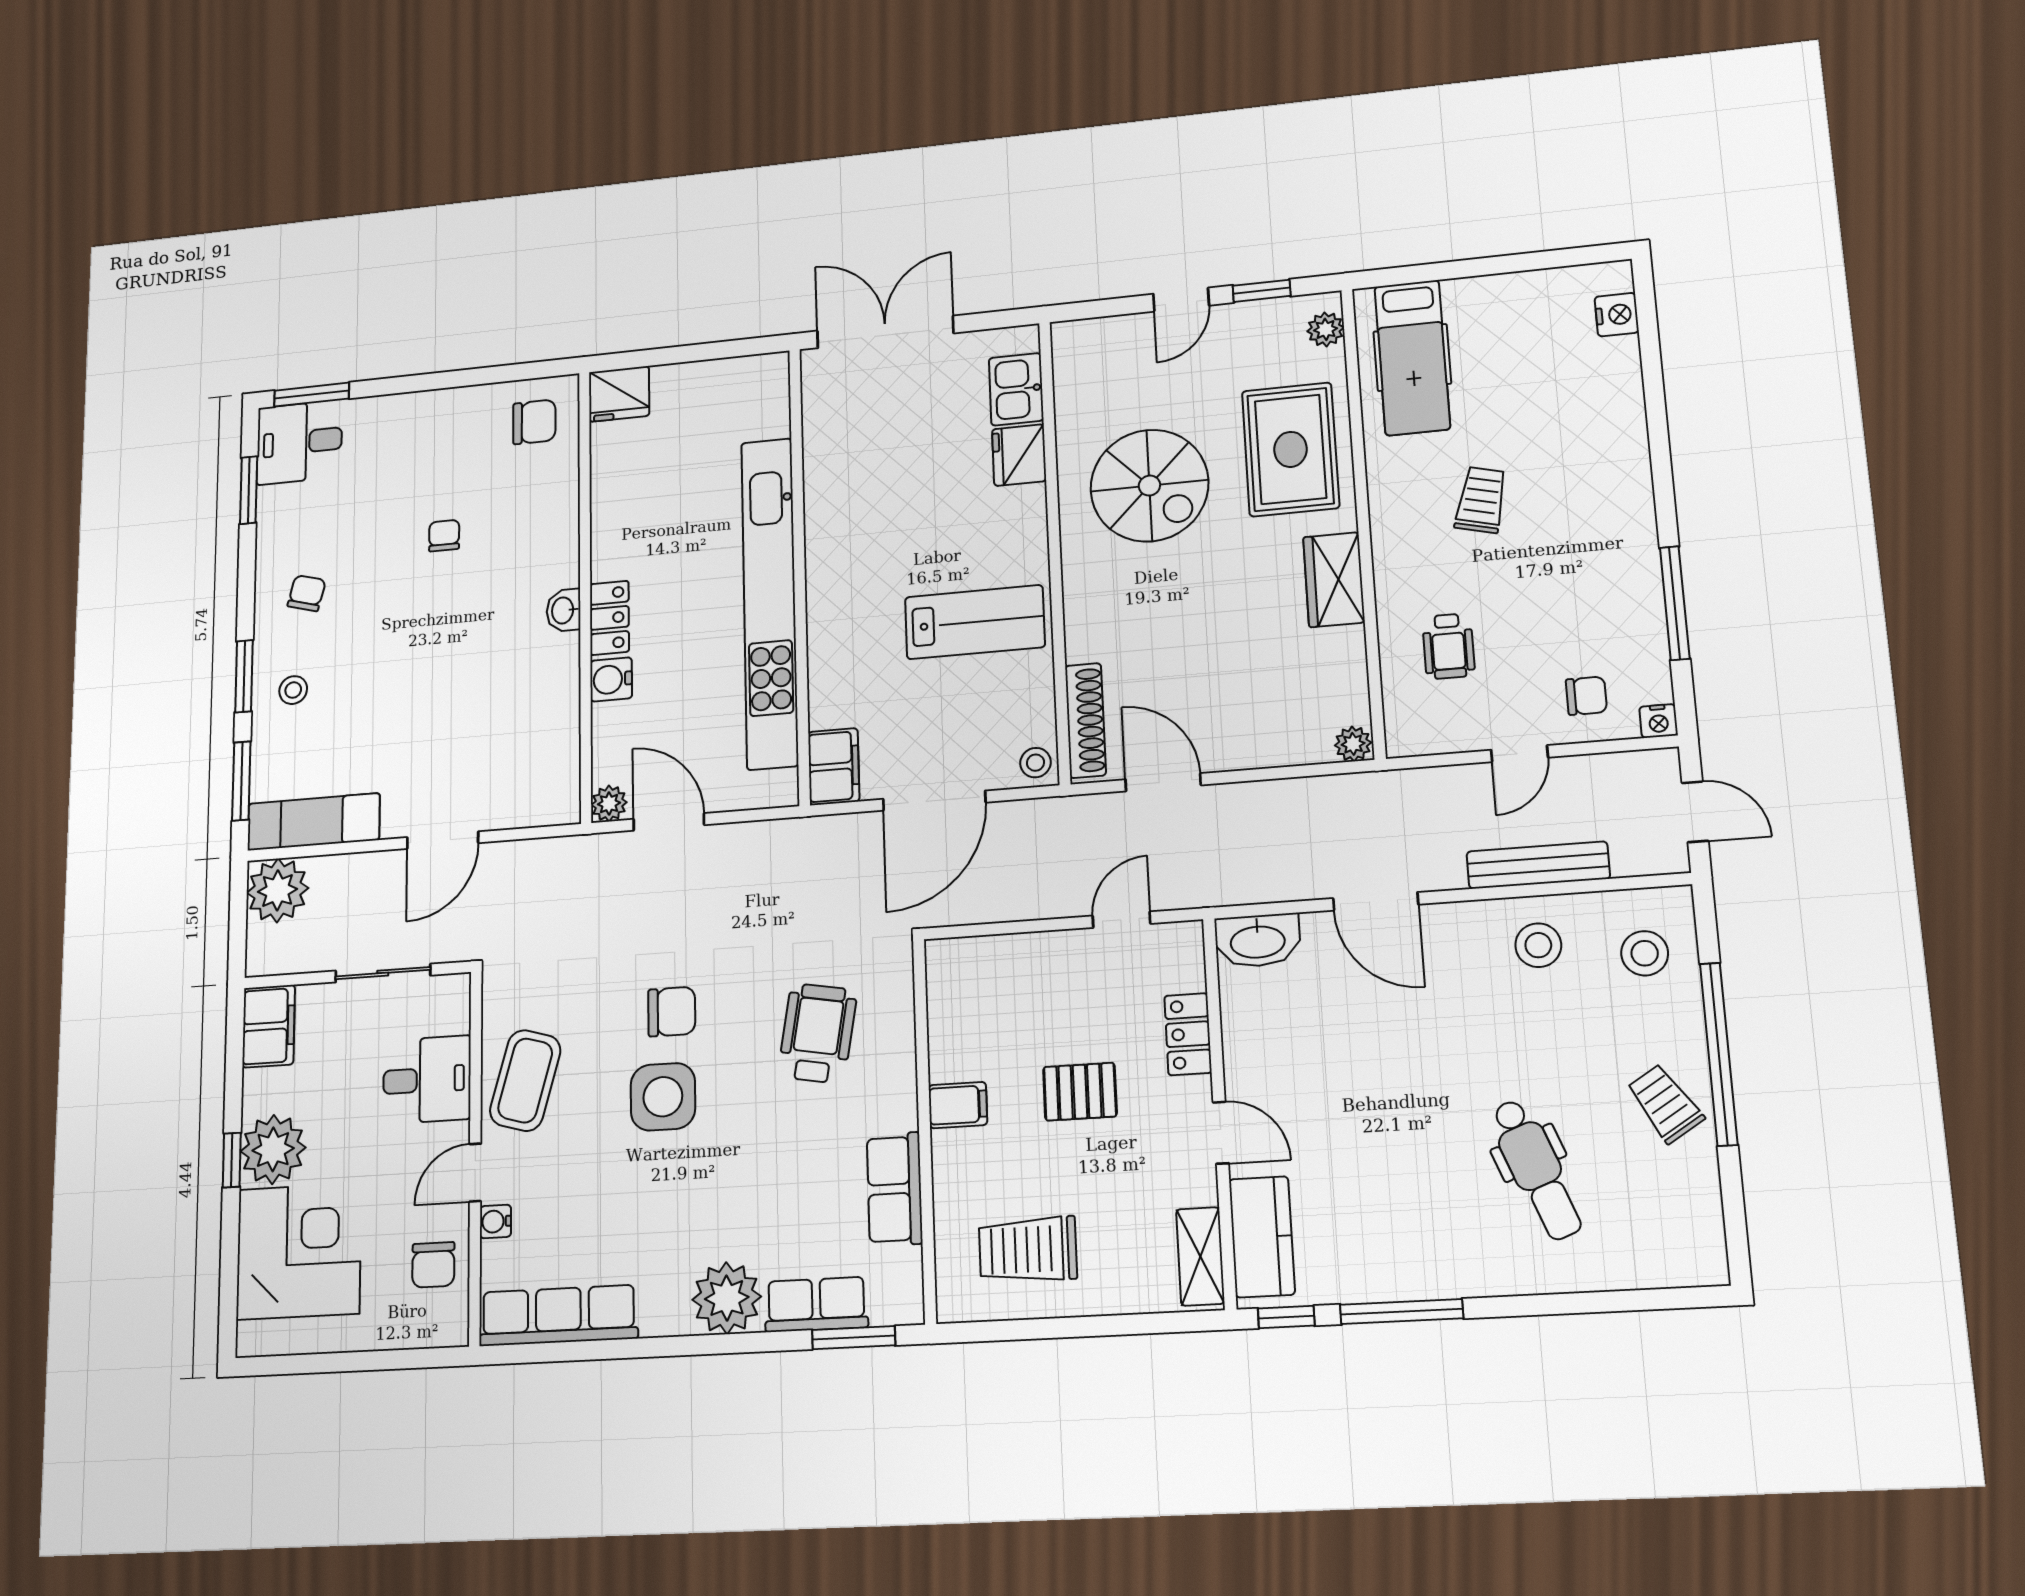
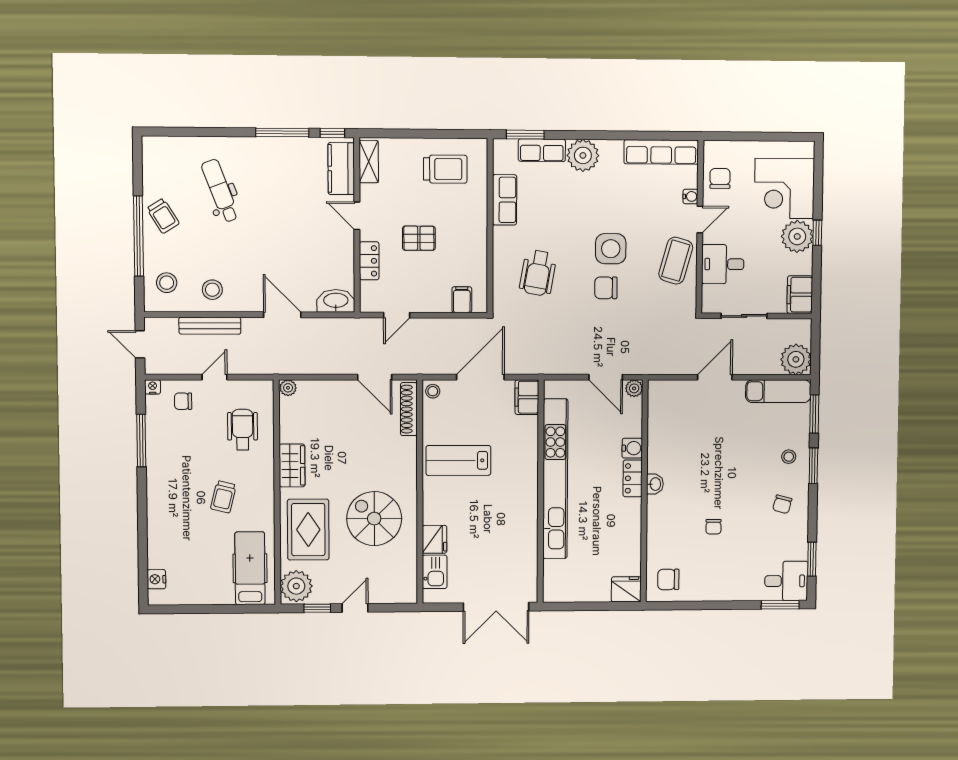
plant: (1326, 329) -> (296, 586), width x1.88, depth x1.88
wheelchair: (1448, 646) -> (243, 430), width x1.36, depth x1.37
filing cabinet: (958, 1105) -> (462, 300), moved, turned 90

